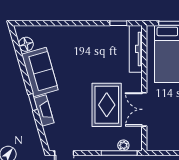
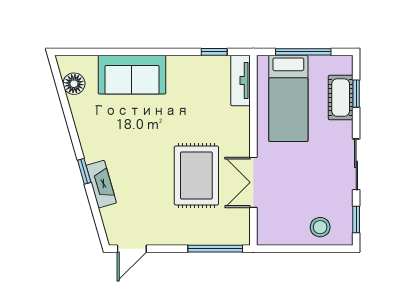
tv unit: (136, 49) -> (240, 81), width x0.71
sofa: (40, 72) -> (132, 75), moved, turned 106
plant: (123, 145) -> (222, 237), removed

